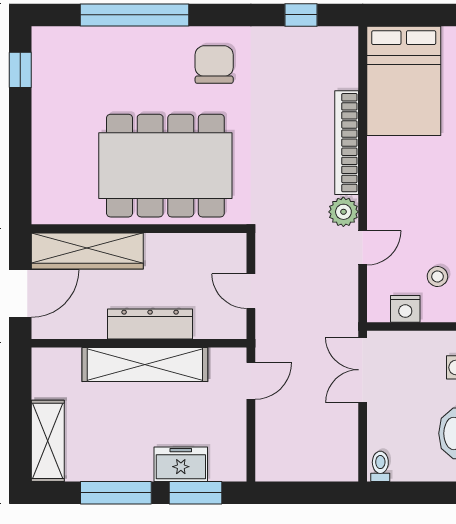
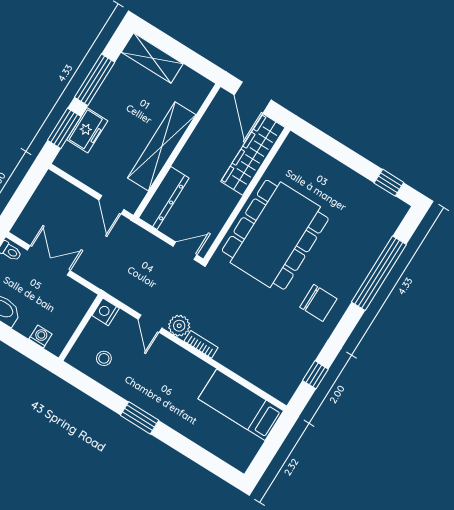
bed: (404, 81) -> (241, 405), width x0.67
bookcase: (347, 143) -> (201, 344), width x0.43, depth x0.76
door: (251, 291) -> (185, 251), moved
nightstand: (405, 309) -> (106, 312), moved
dresser: (150, 324) -> (164, 198), moved
double door: (363, 370) -> (49, 260), moved

